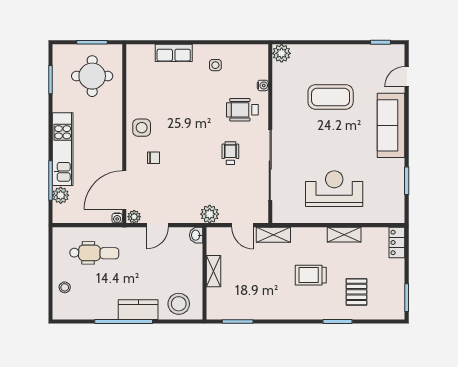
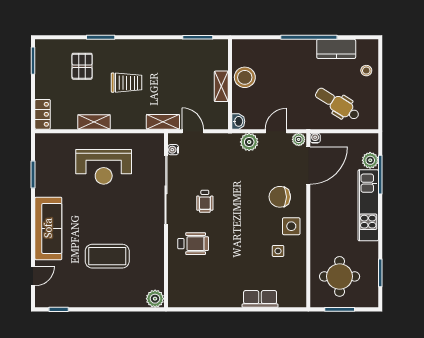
side table: (215, 65) -> (278, 251), moved
water cooler: (263, 85) -> (173, 150), moved
chair: (153, 158) -> (280, 197), width x1.87, depth x1.87
plant: (210, 214) -> (249, 142), moved
dental chair: (94, 253) -> (337, 104), turned 31
stool: (179, 304) -> (245, 77), moved
kitchen counter: (138, 310) -> (336, 49), moved

